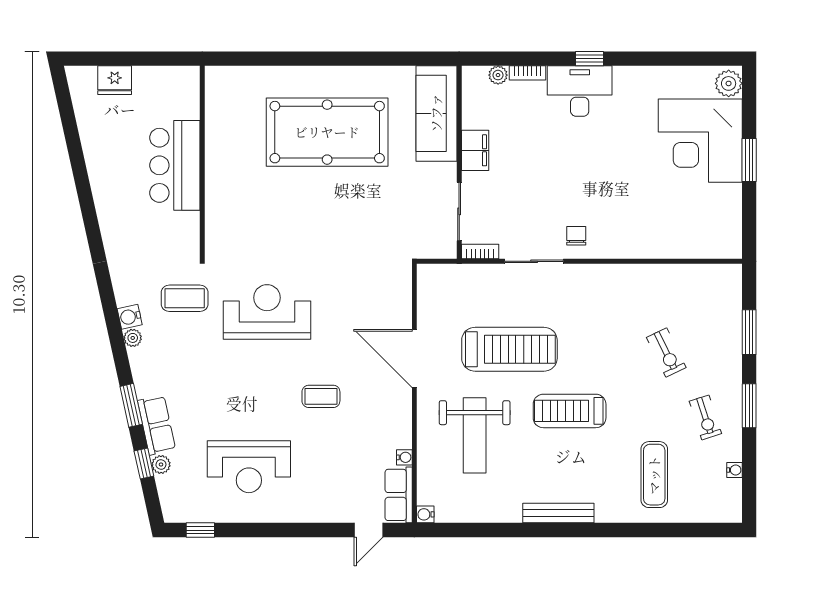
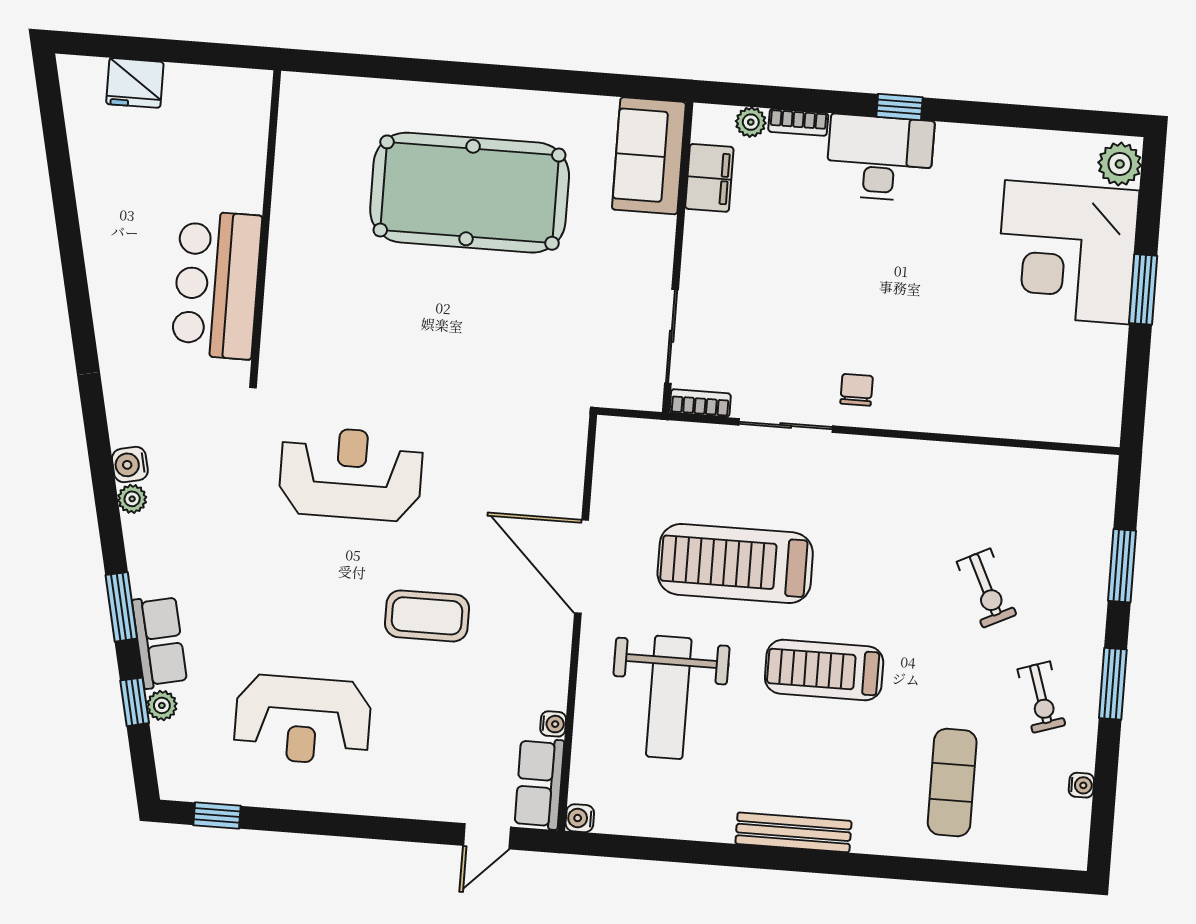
sofa: (436, 113) -> (649, 156), width x0.73
filing cabinet: (475, 150) -> (709, 178), moved
bar counter: (175, 165) -> (217, 285), moved
coffee table: (185, 298) -> (220, 442), removed
treadmill: (509, 349) -> (735, 564), turned 180
coffee table: (321, 396) -> (427, 616), width x1.36, depth x1.30

